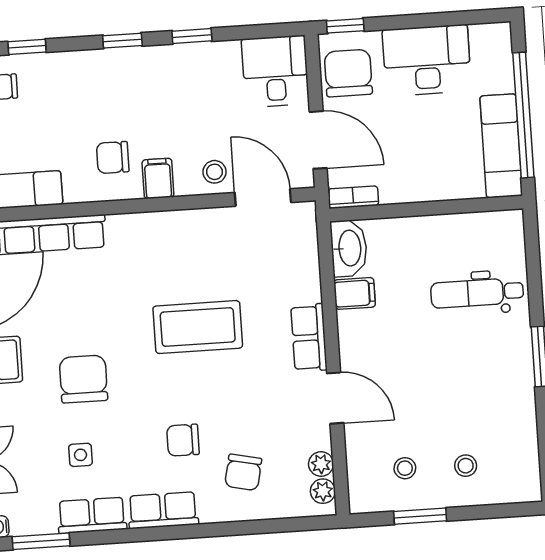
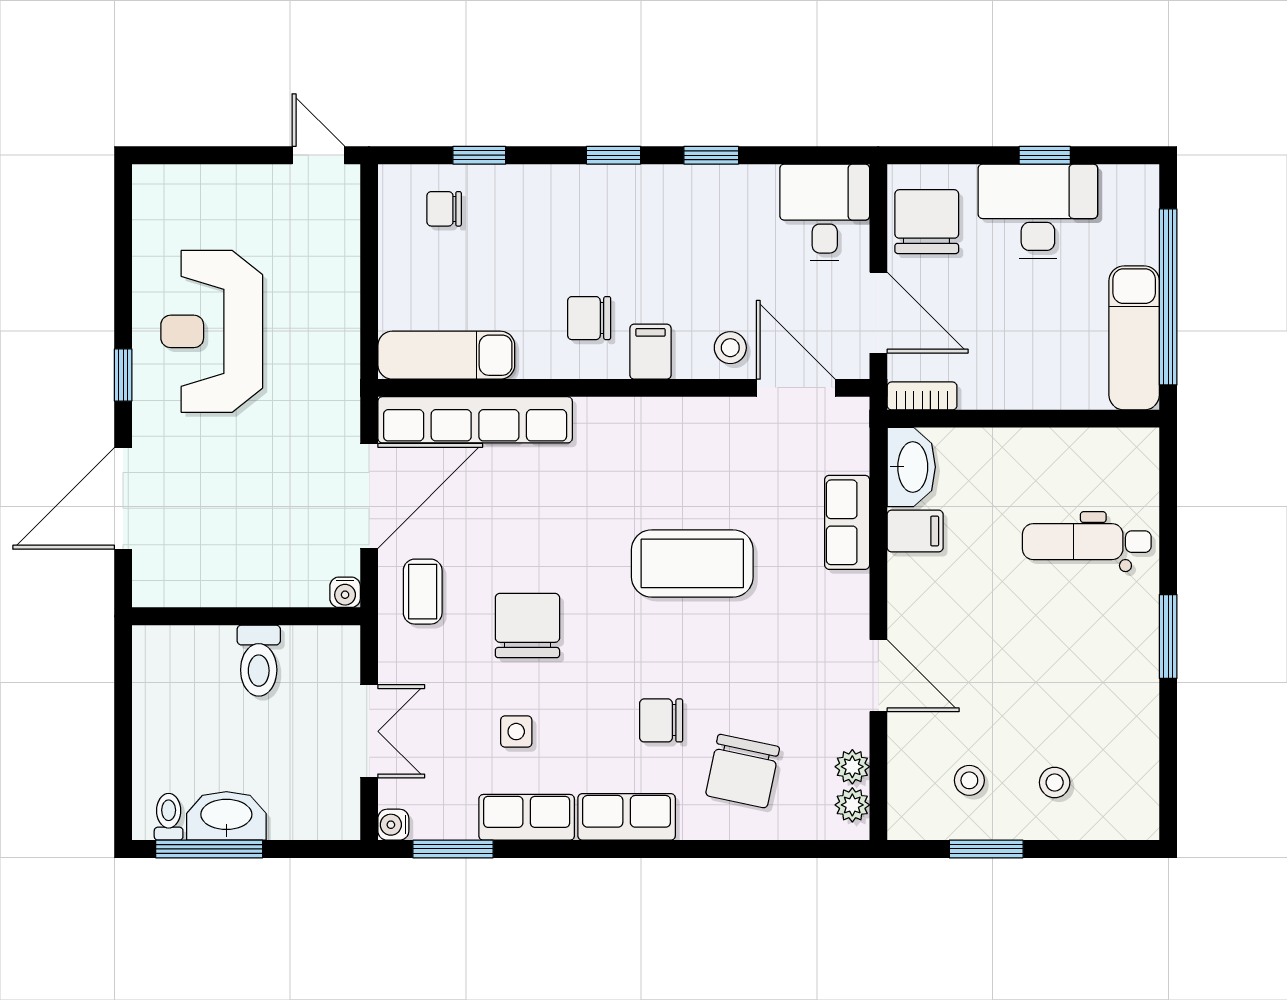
window: (345, 26) -> (1045, 155), moved
row of seats: (309, 338) -> (847, 522), moved
chair: (243, 472) -> (743, 771), width x1.37, depth x1.37

